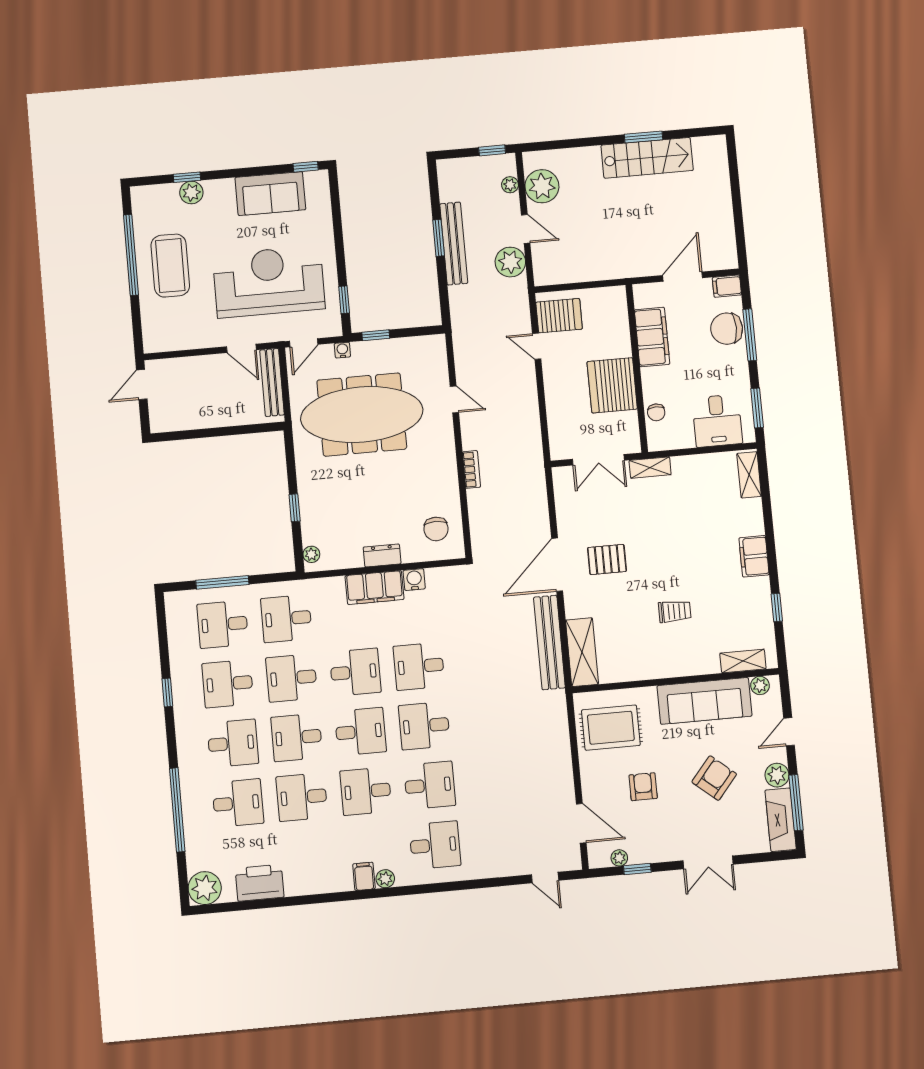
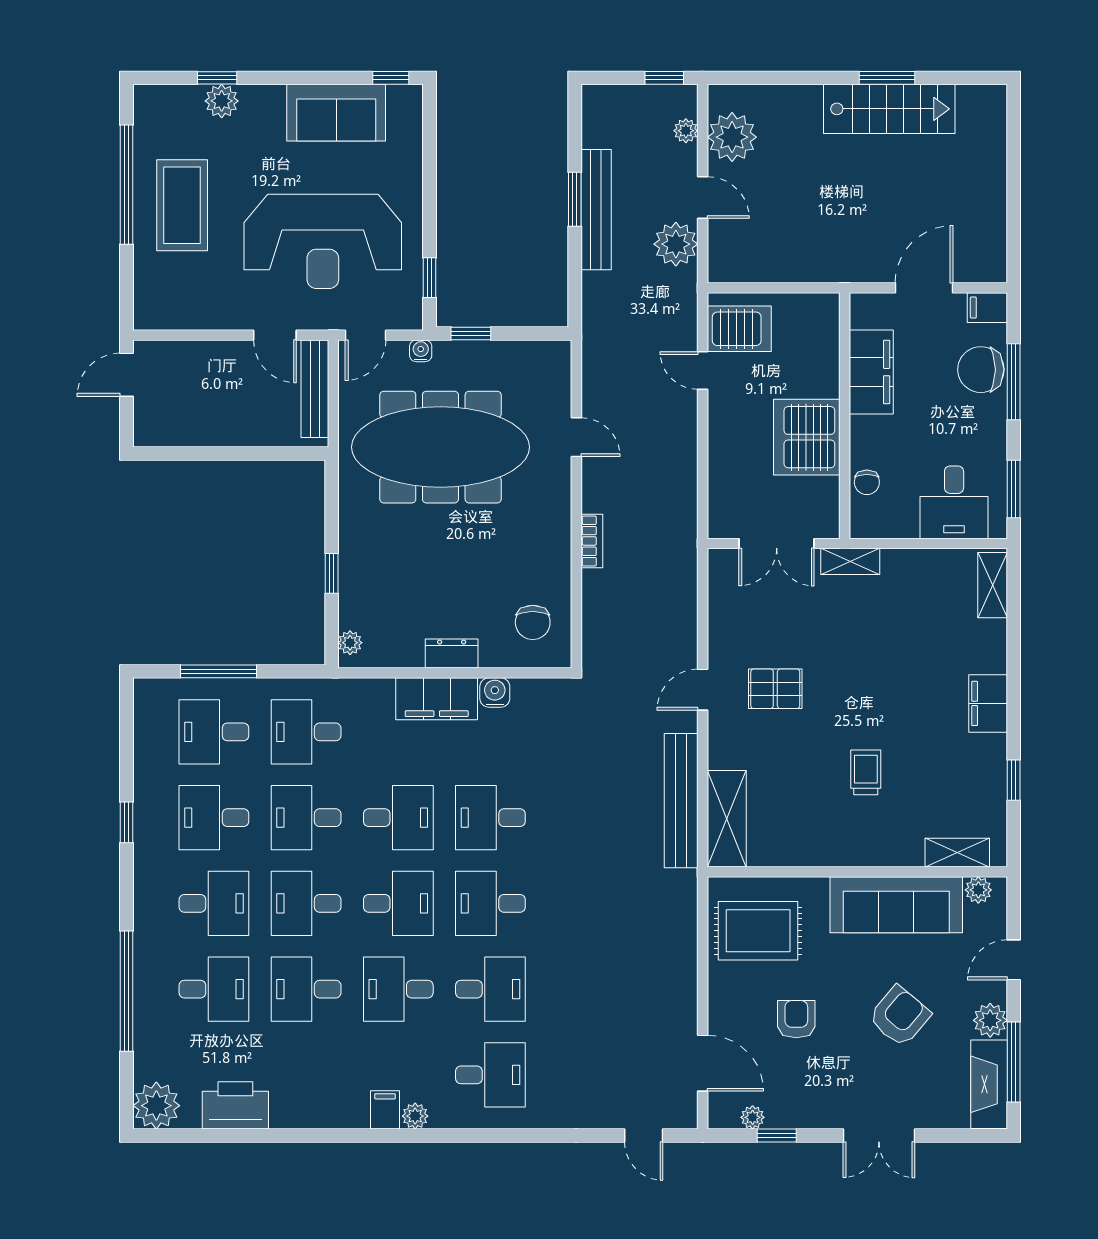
reception desk: (269, 282) -> (323, 241), turned 180
door: (557, 565) -> (703, 690), width x0.53
trolley: (675, 611) -> (866, 772), turned -90

